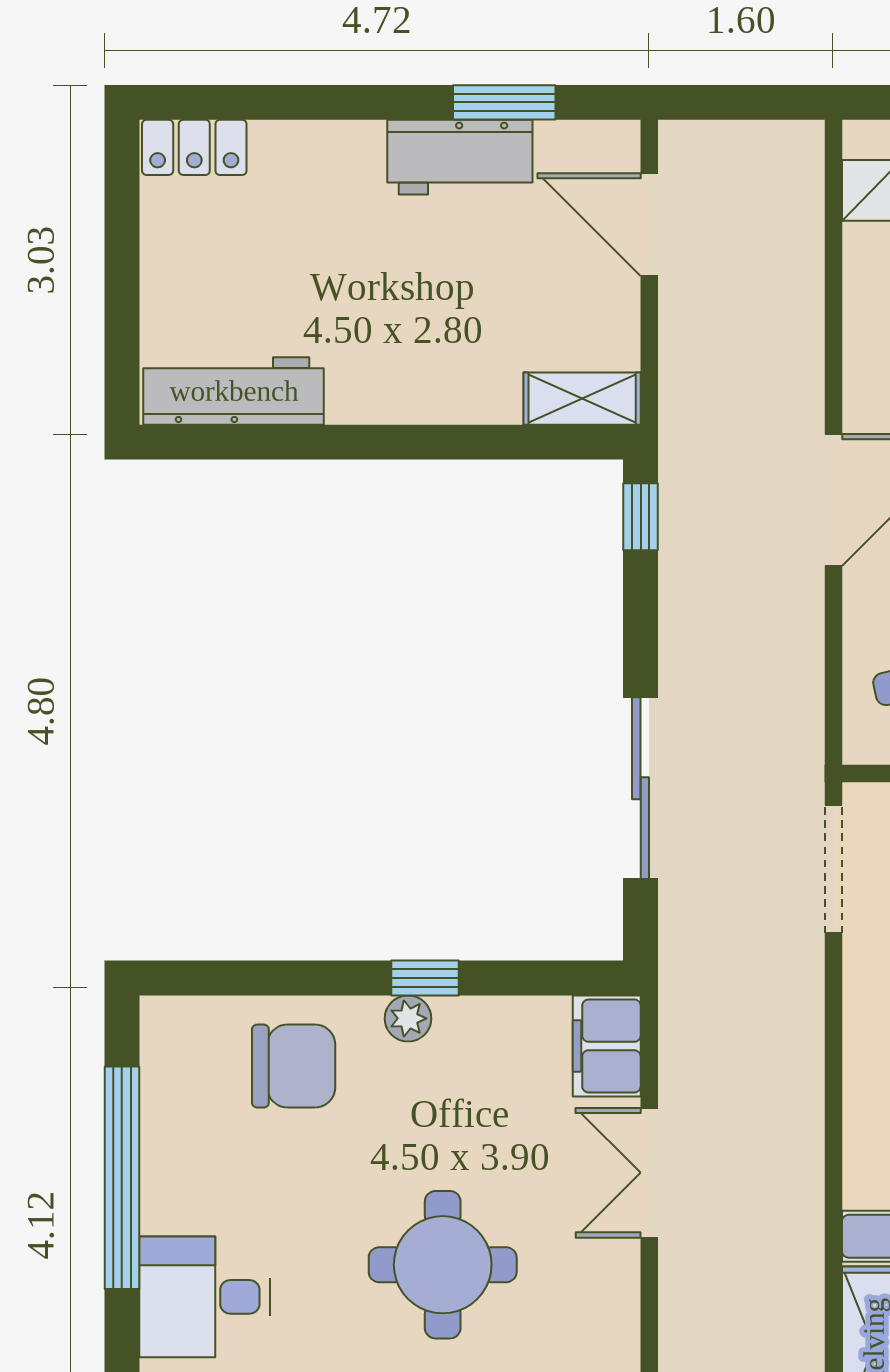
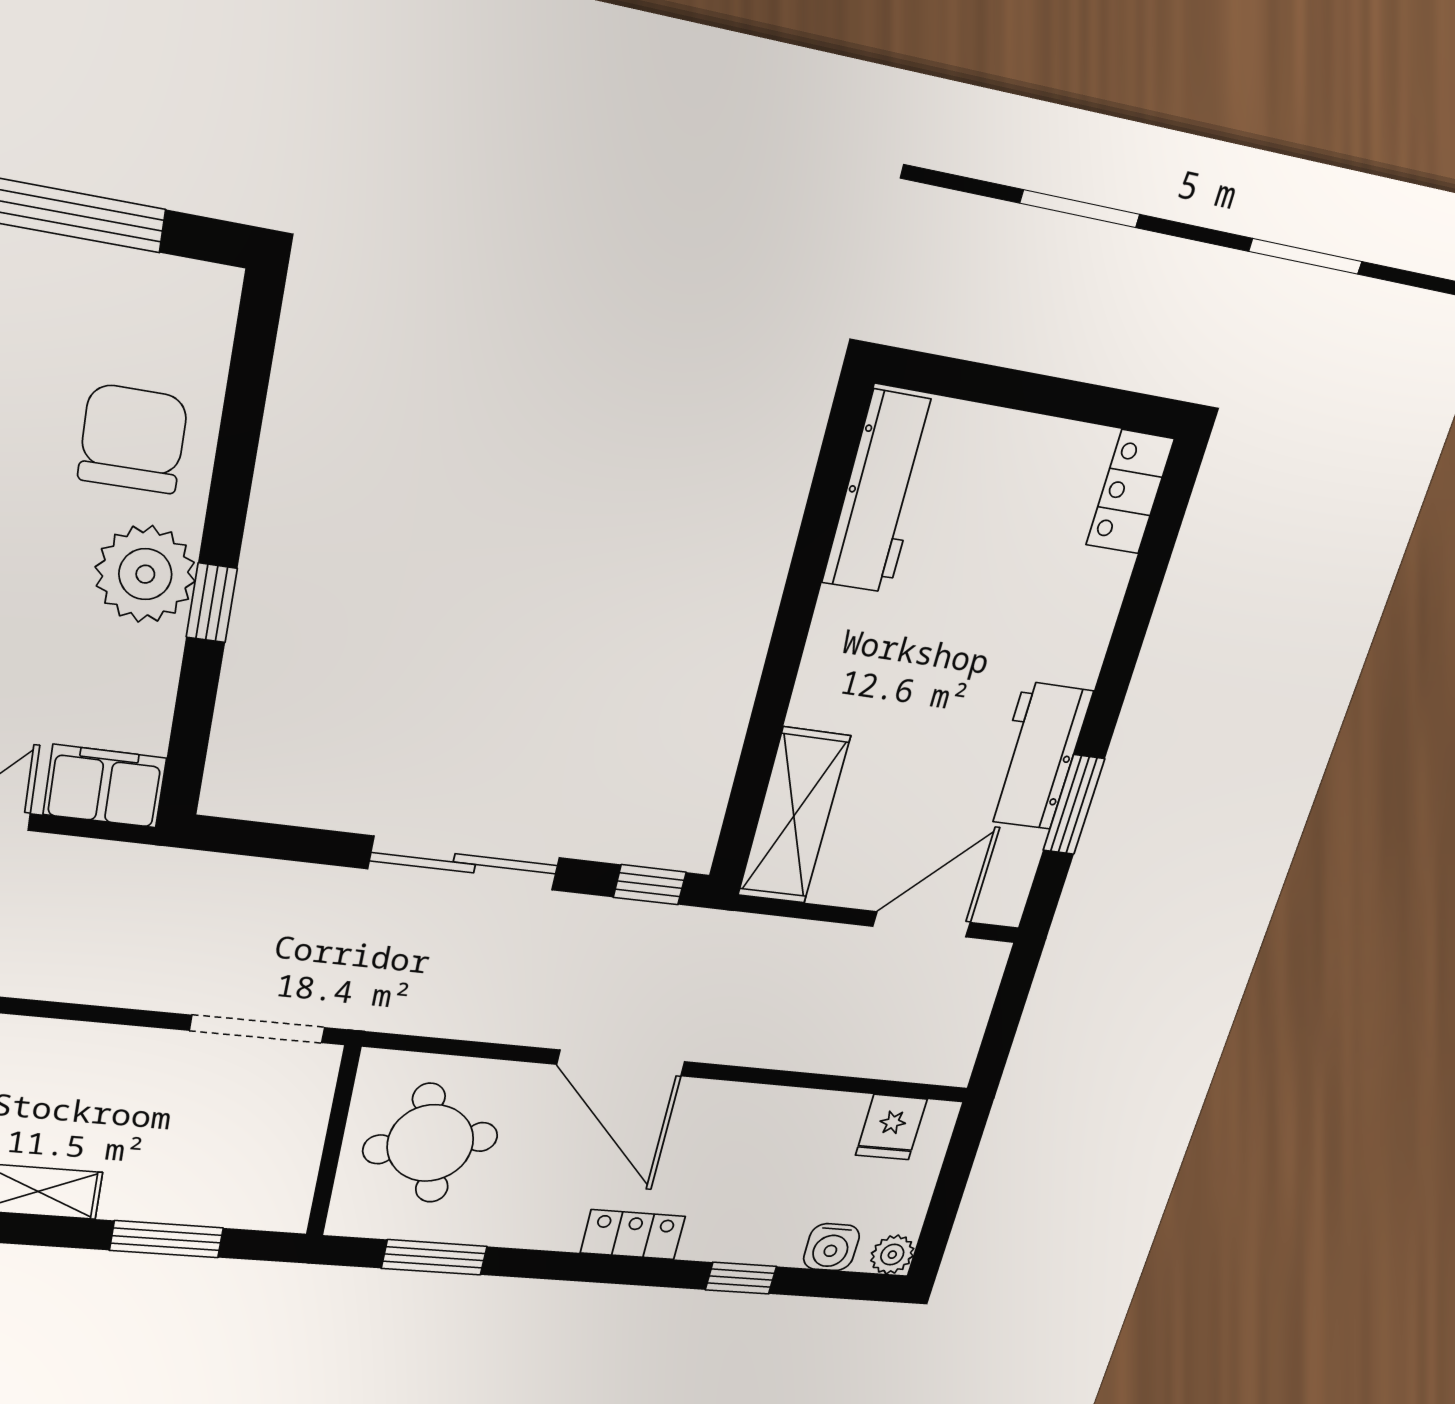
shelving: (582, 399) -> (794, 816), width x1.50, depth x1.33
sliding door: (641, 788) -> (464, 863), moved
plant: (408, 1018) -> (145, 574), width x1.88, depth x1.88
chair: (294, 1066) -> (133, 439), turned 180

